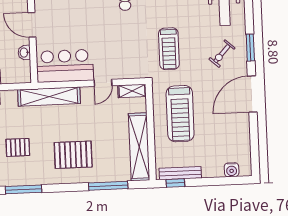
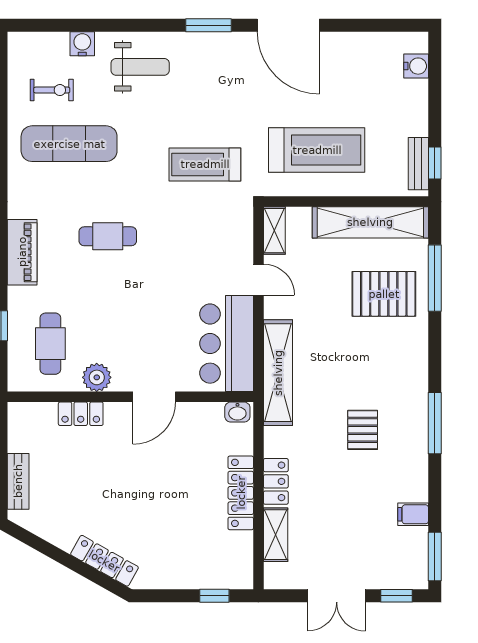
treadmill: (169, 49) -> (205, 164), turned 180
washbasin: (24, 53) -> (237, 412), moved
exercise bike: (222, 54) -> (217, 74), removed
pallet: (73, 155) -> (384, 294), moved, turned 90
bench: (180, 173) -> (418, 164), width x0.73

